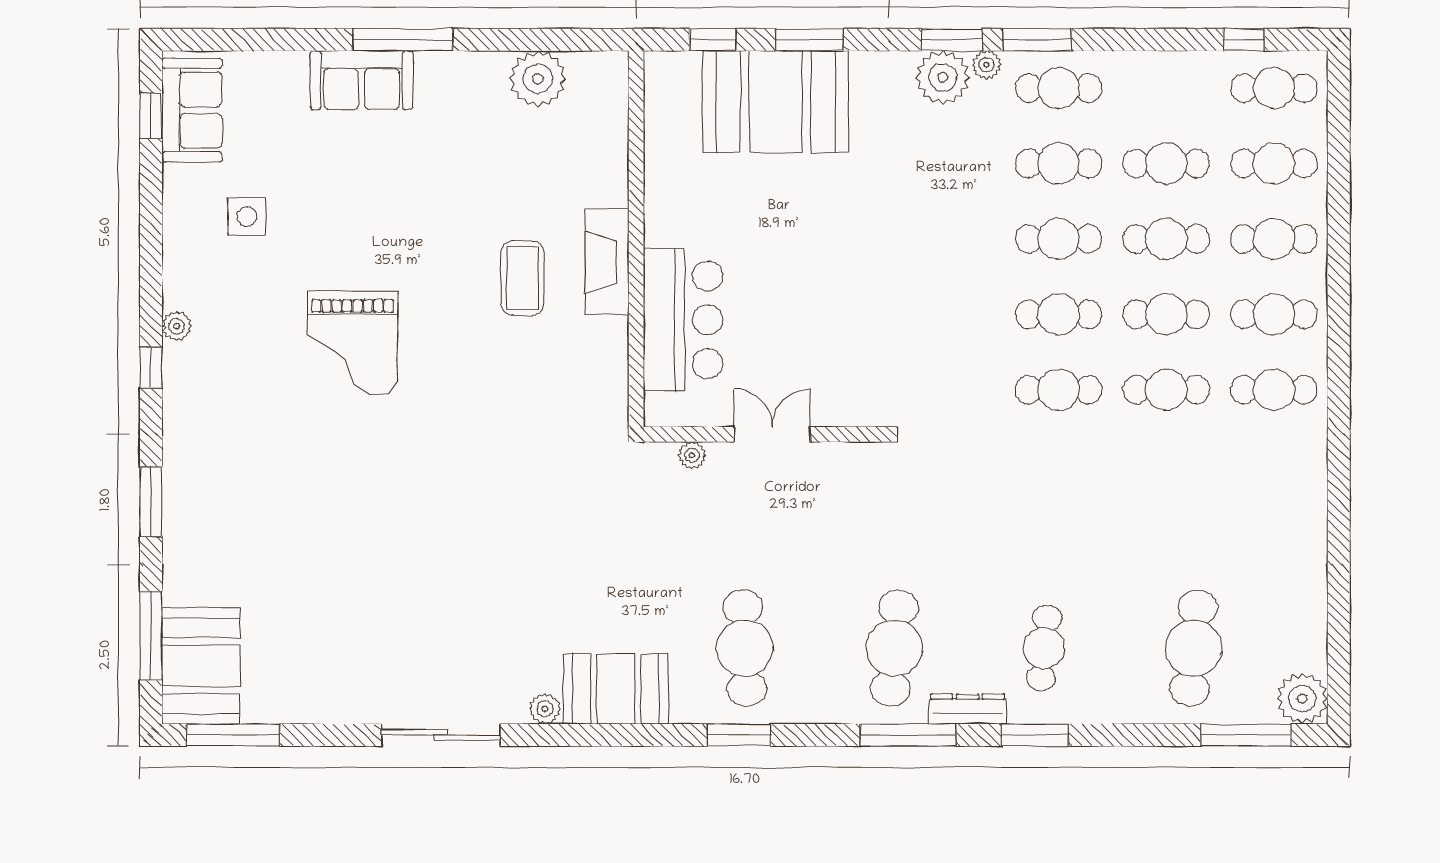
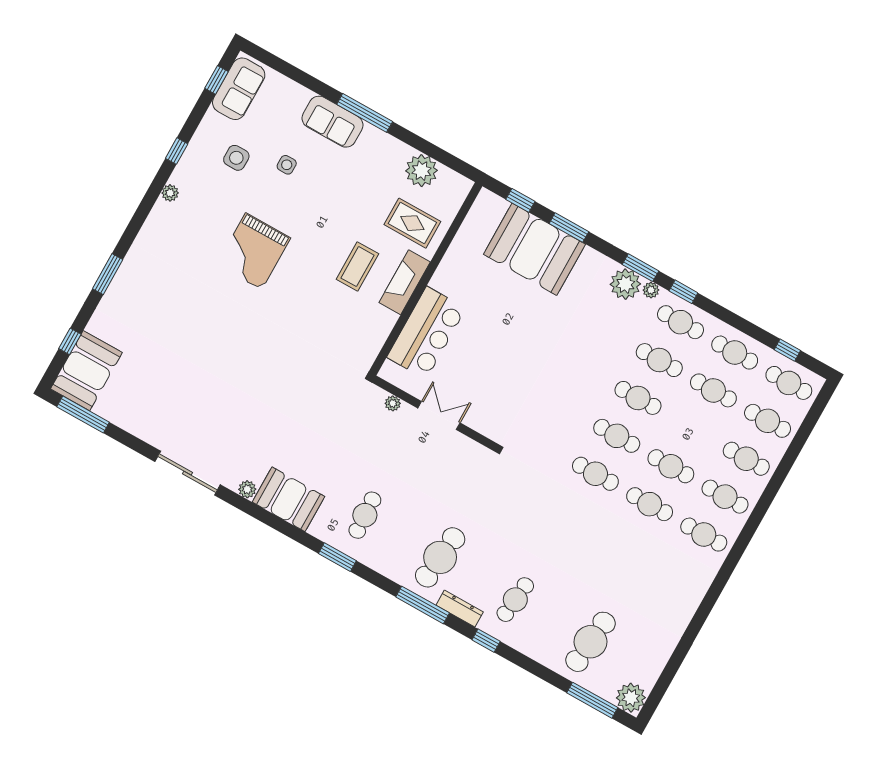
window: (1037, 40) -> (683, 292), width x0.67
rug: (569, 166) -> (412, 223), added
side table: (329, 184) -> (287, 165), added
cafe table: (1166, 239) -> (735, 353), moved
window: (151, 368) -> (177, 151), moved
window: (151, 636) -> (70, 341), width x0.46
cafe table: (745, 648) -> (365, 515), width x0.73, depth x0.74
window: (1035, 735) -> (486, 641), width x0.67

